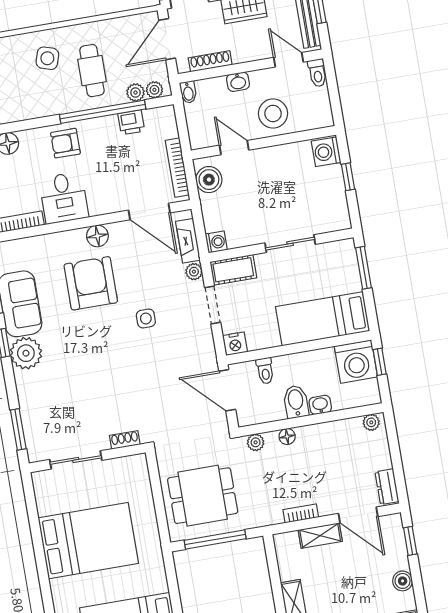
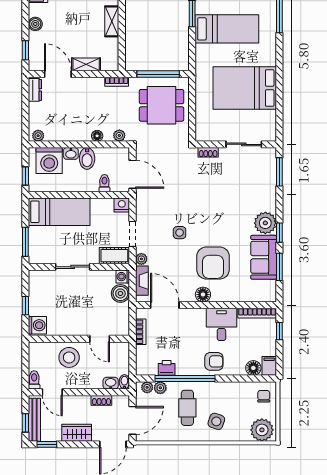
shoe rack: (210, 61) -> (101, 400), width x0.70
washbasin: (238, 82) -> (111, 383), moved
bookcase: (177, 168) -> (141, 332), width x0.64
boiler: (209, 180) -> (120, 293), moved
washing machine: (356, 362) -> (49, 160), moved, turned 180
bookcase: (301, 513) -> (117, 82), moved

